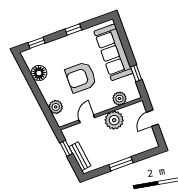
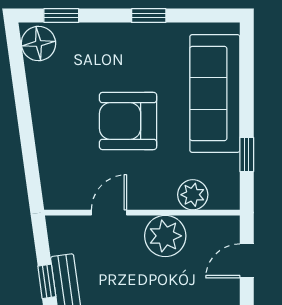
floor lamp: (39, 73) -> (38, 44), moved
plant: (56, 107) -> (53, 164), removed
window: (66, 148) -> (47, 281), moved

